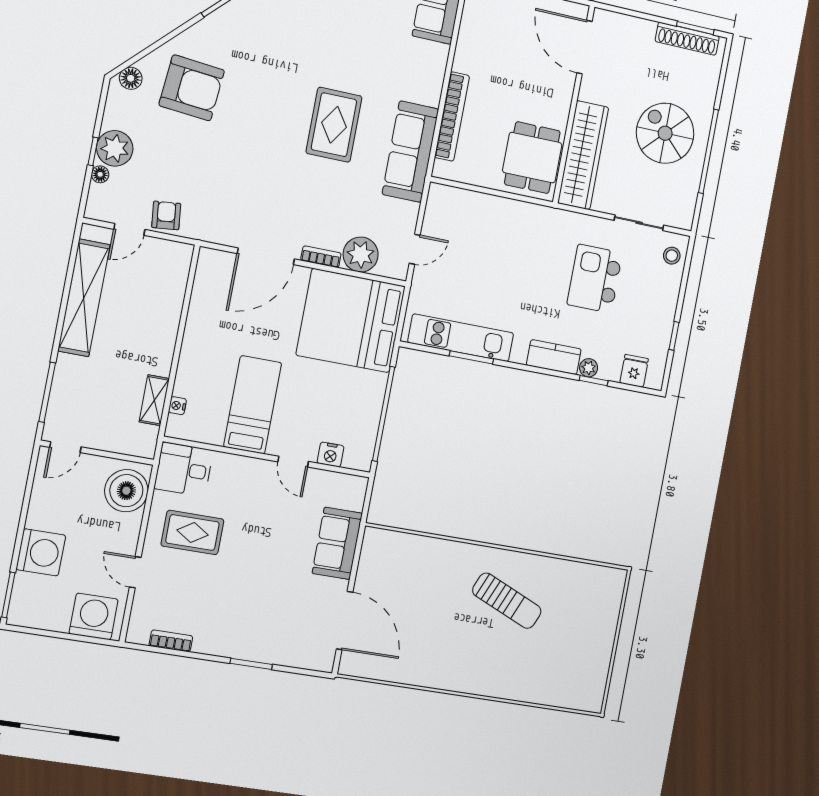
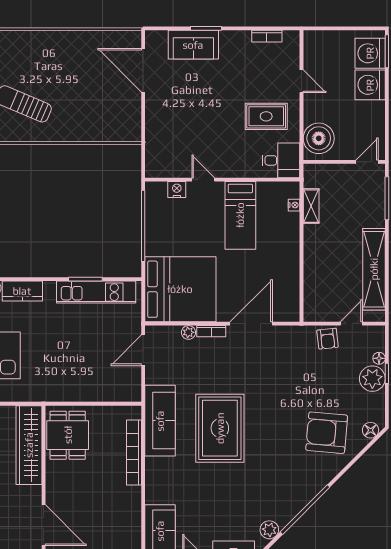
rug: (334, 125) -> (220, 428), width x1.37, depth x1.44
door: (415, 249) -> (143, 350), width x1.38
plant: (361, 255) -> (188, 332), width x0.53, depth x0.53
sofa: (337, 543) -> (193, 45), moved, turned 90
washing machine: (94, 616) -> (370, 53), moved, turned 90

